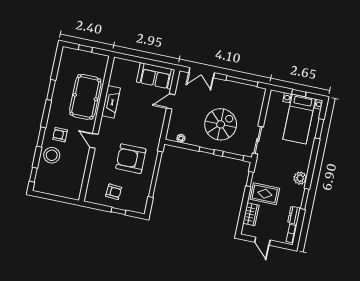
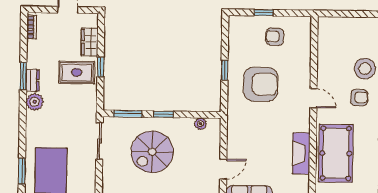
window: (155, 174) -> (225, 70), width x0.32
window: (250, 179) -> (101, 67), moved
dresser: (294, 215) -> (33, 80), moved

